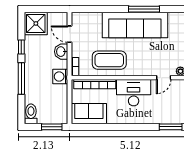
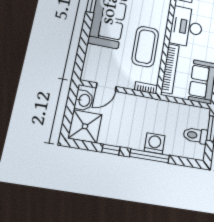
washbasin: (61, 52) -> (84, 100), moved, turned -90
washing machine: (60, 77) -> (155, 143), moved, turned 180
toilet: (31, 114) -> (195, 135), moved

